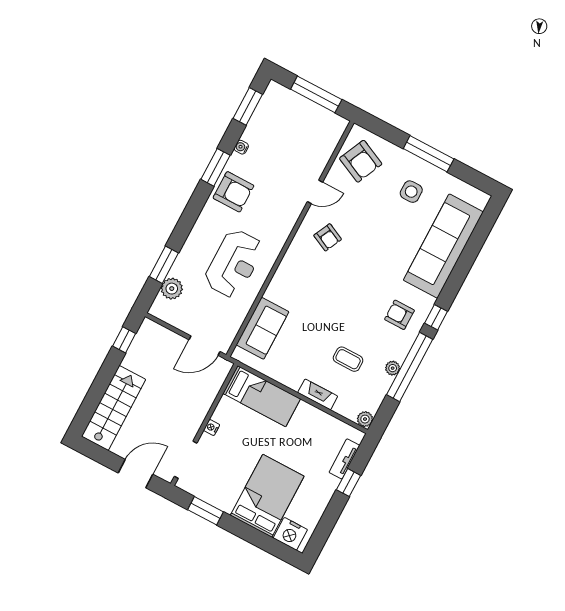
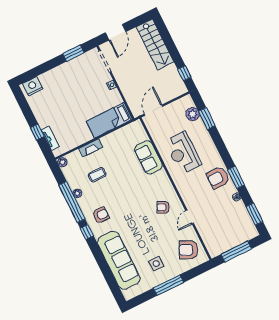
sofa: (263, 328) -> (148, 157), moved
bed: (267, 496) -> (59, 88), removed

